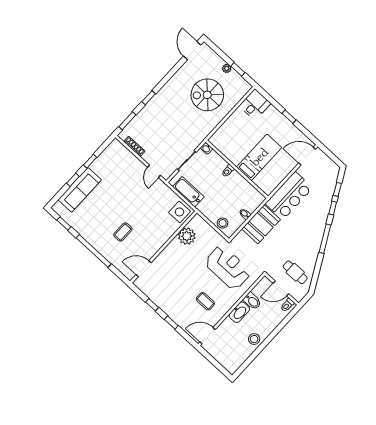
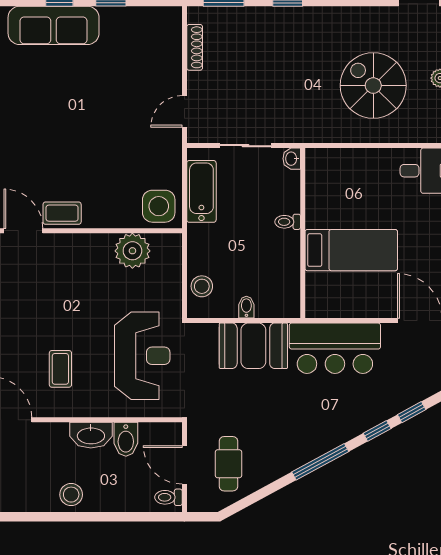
coffee table: (123, 232) -> (62, 213), moved

